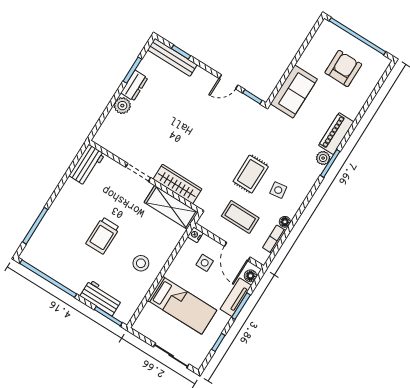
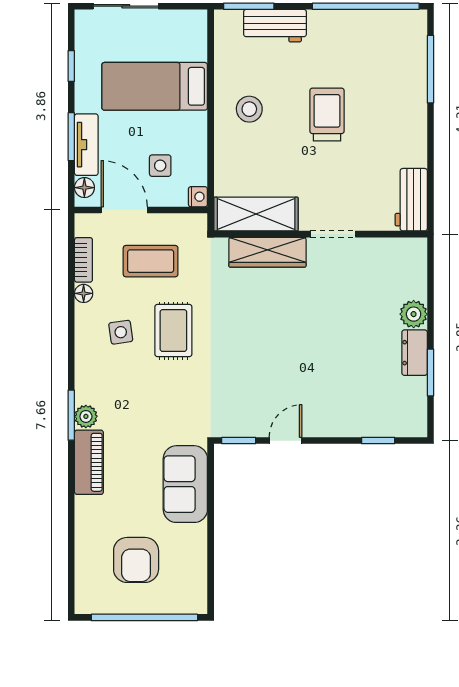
bench: (172, 57) -> (386, 426), removed

